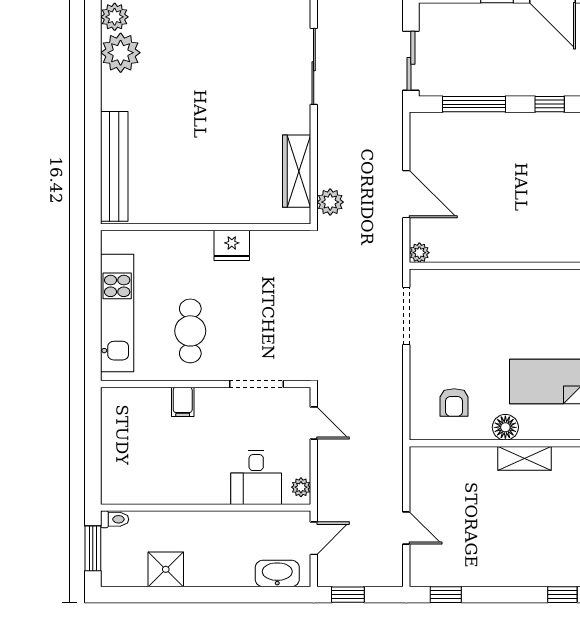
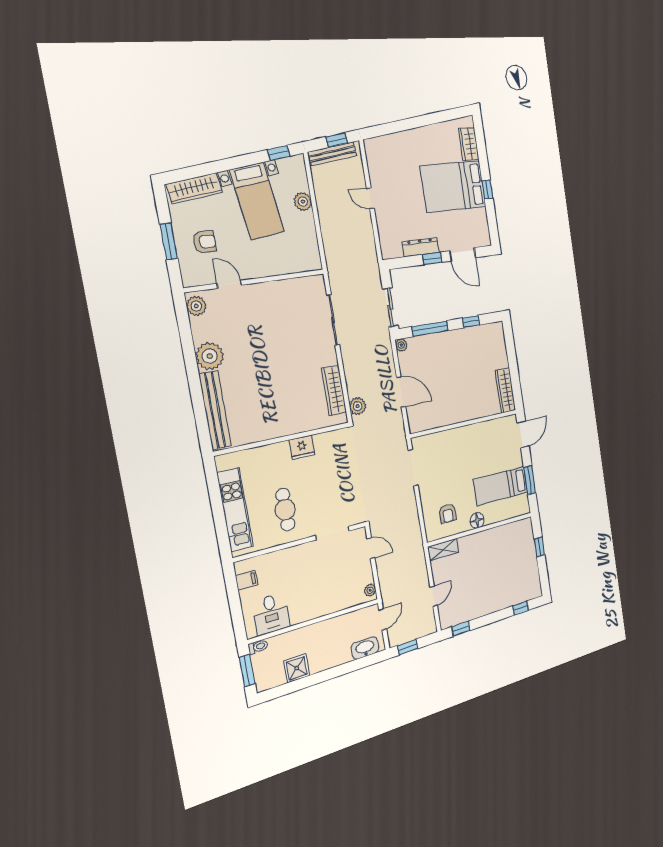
plant: (121, 53) -> (210, 356), moved
plant: (419, 253) -> (401, 345), moved
filing cabinet: (183, 402) -> (246, 580), moved, turned -90
shelving: (524, 458) -> (443, 550), moved
desk: (256, 477) -> (271, 614), moved
door: (406, 528) -> (434, 596), hinge flipped

